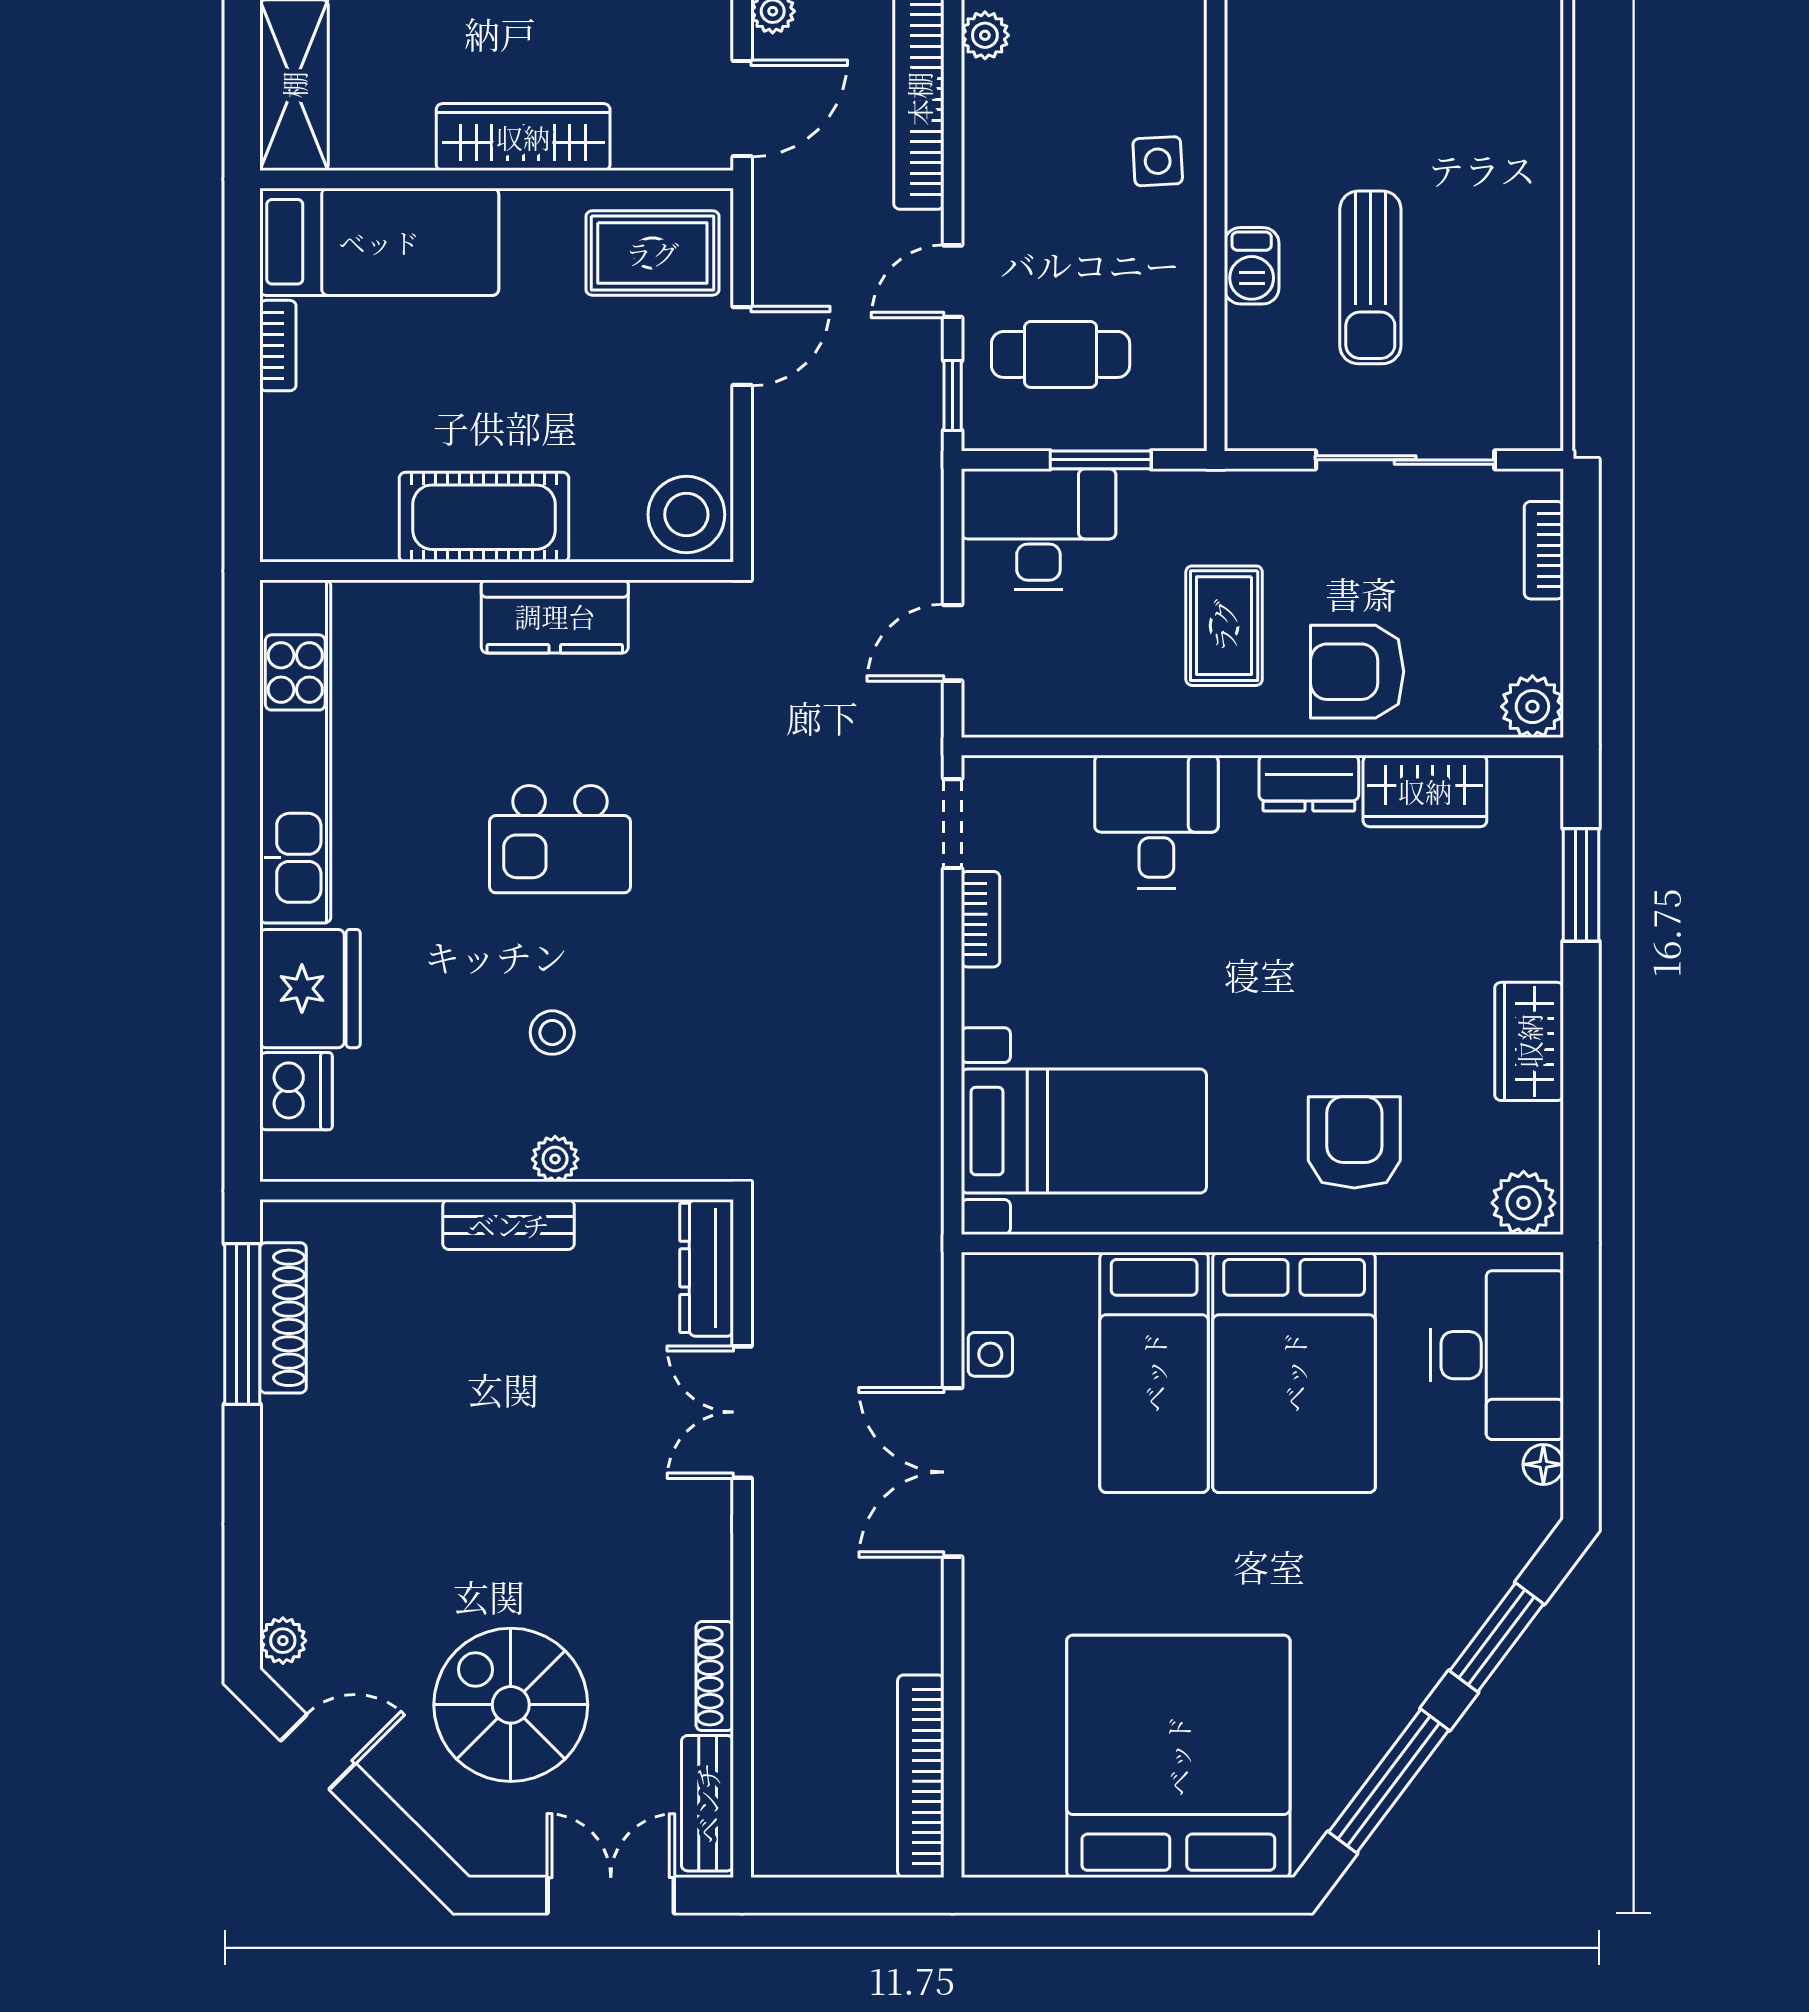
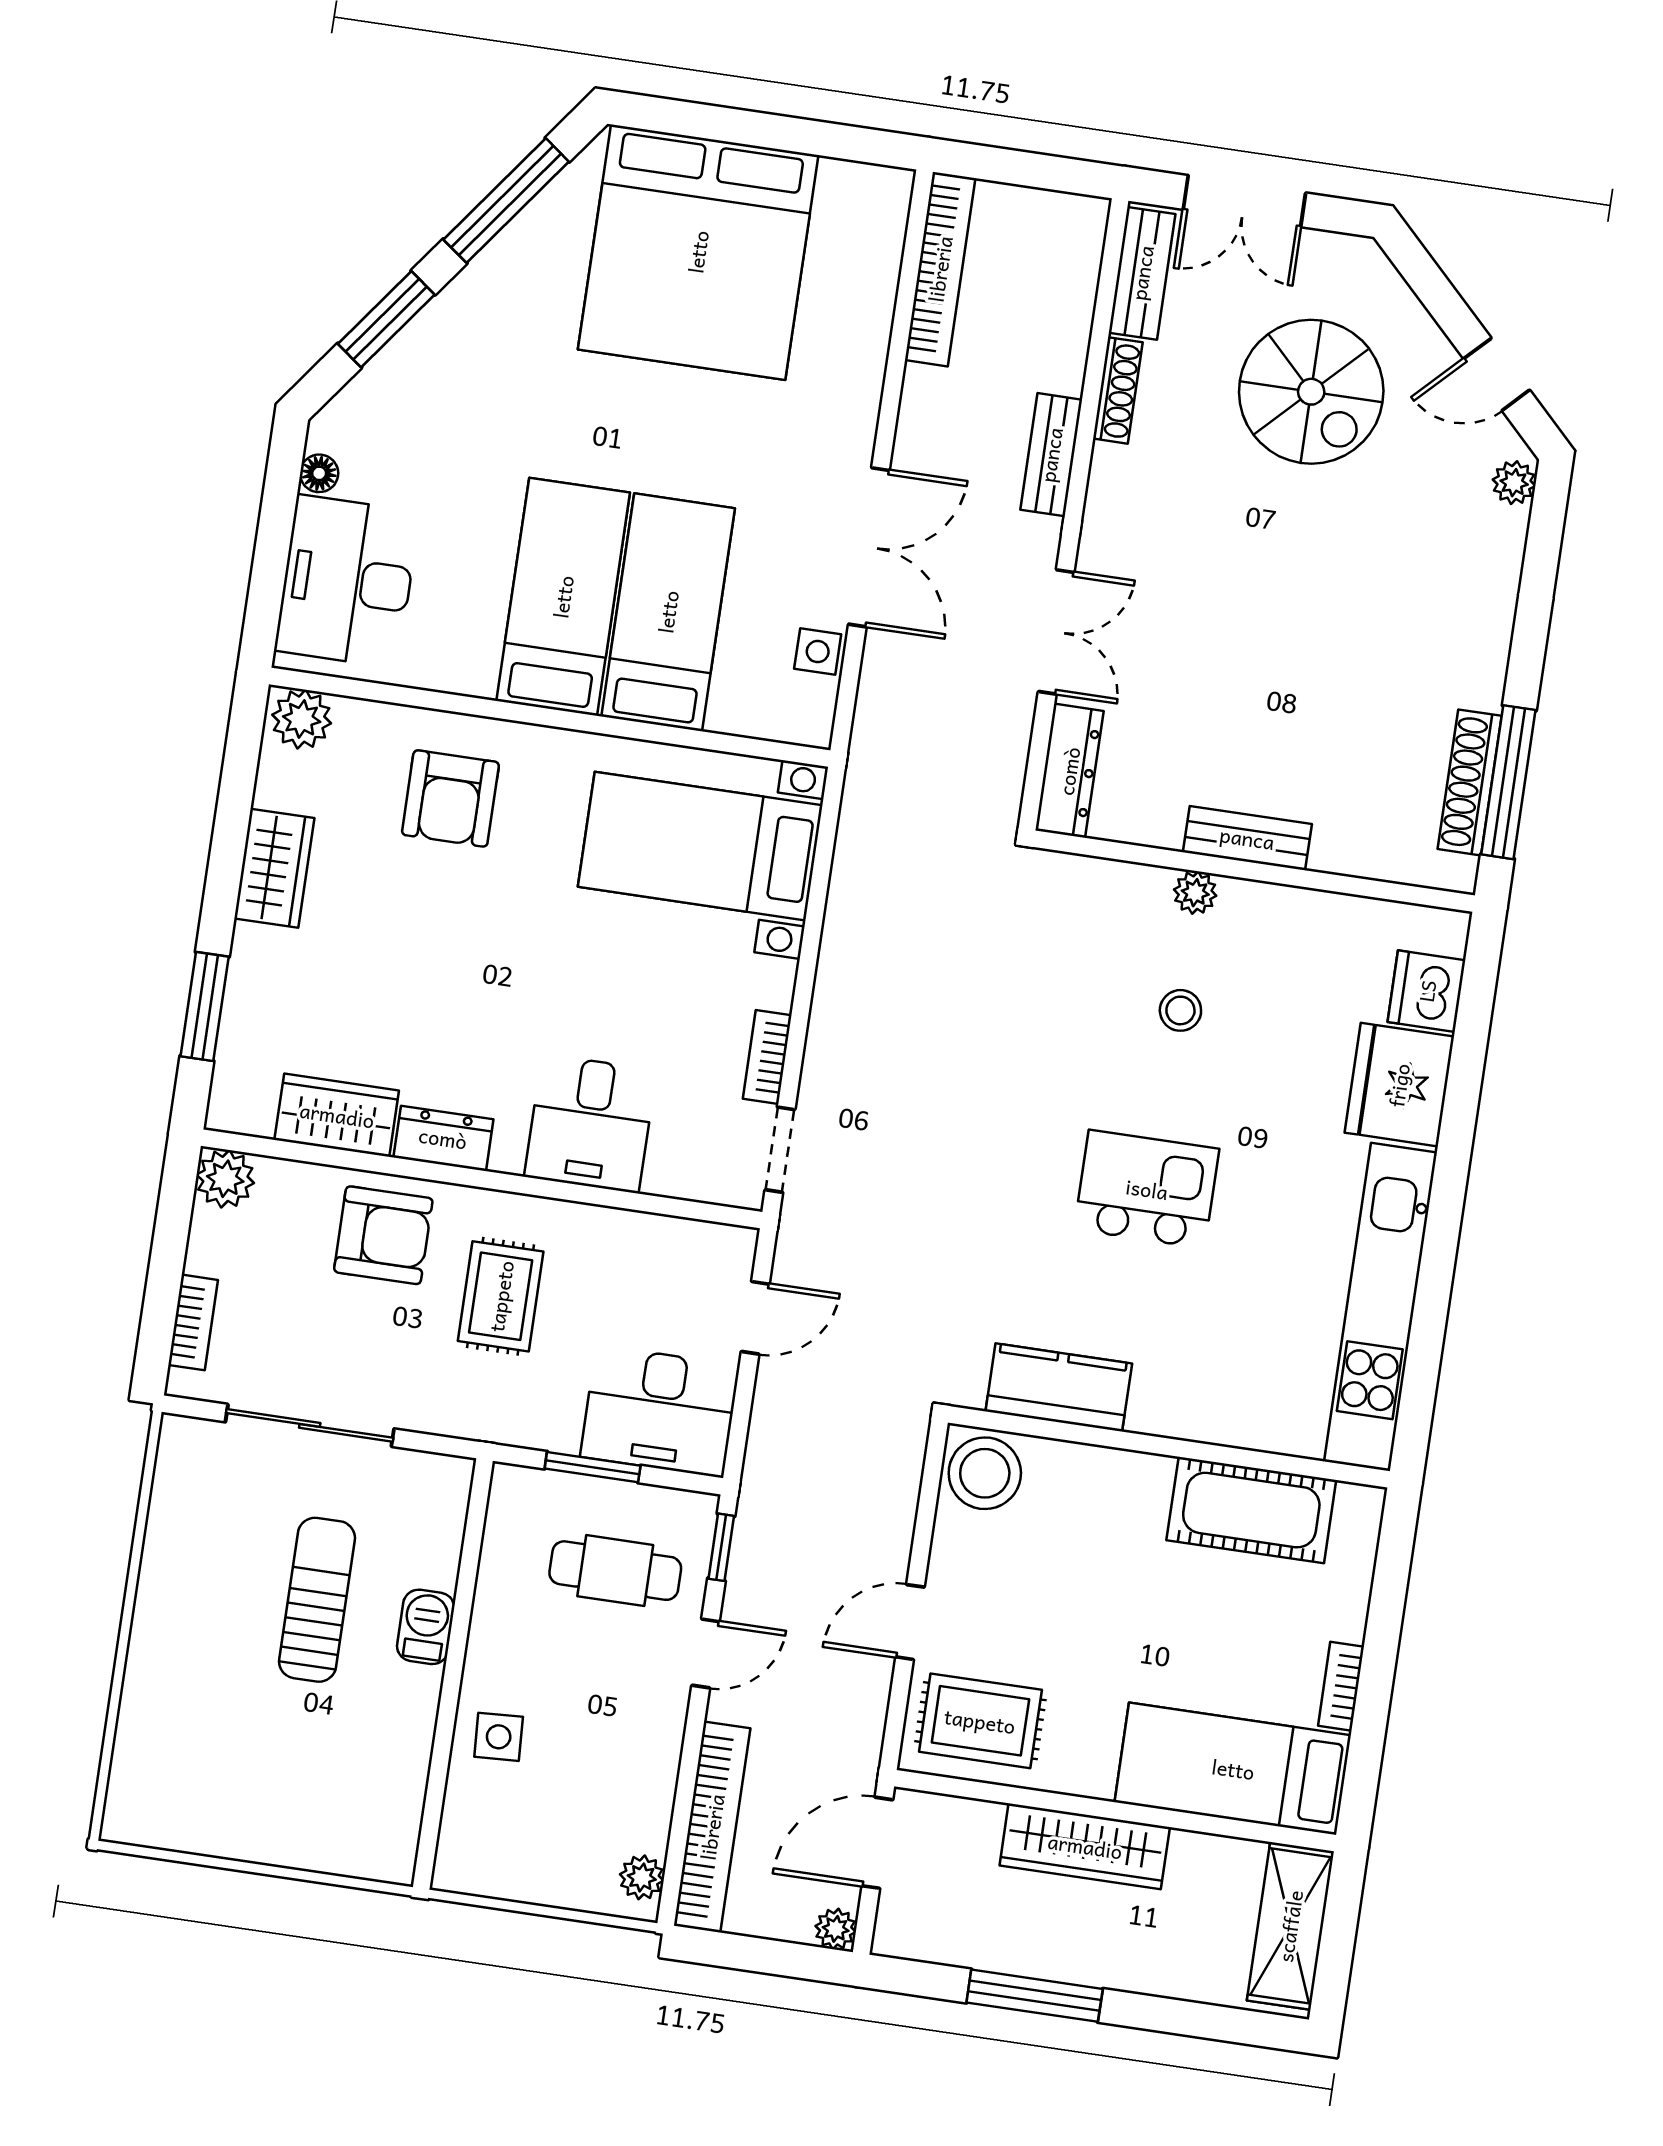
cot: (484, 517) -> (1251, 1510), moved
kitchen counter: (555, 616) -> (1059, 1387), moved
bed: (1294, 1372) -> (563, 597), width x0.67
bench: (775, 1598) -> (1051, 455), added

